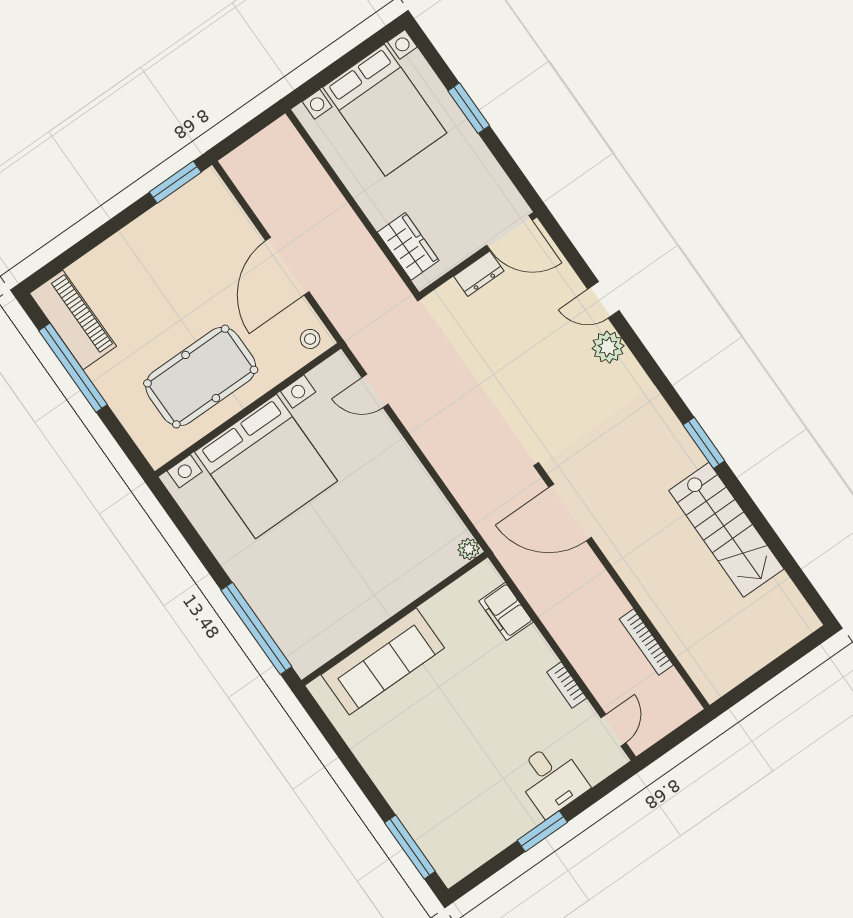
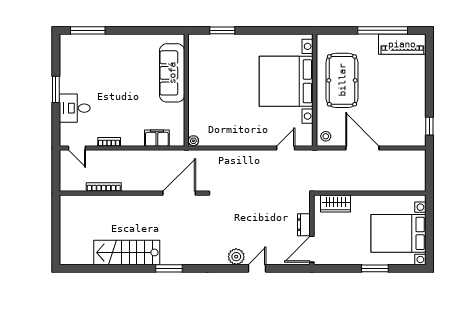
window: (175, 182) -> (429, 126), width x0.67
window: (256, 628) -> (222, 30), width x0.47

